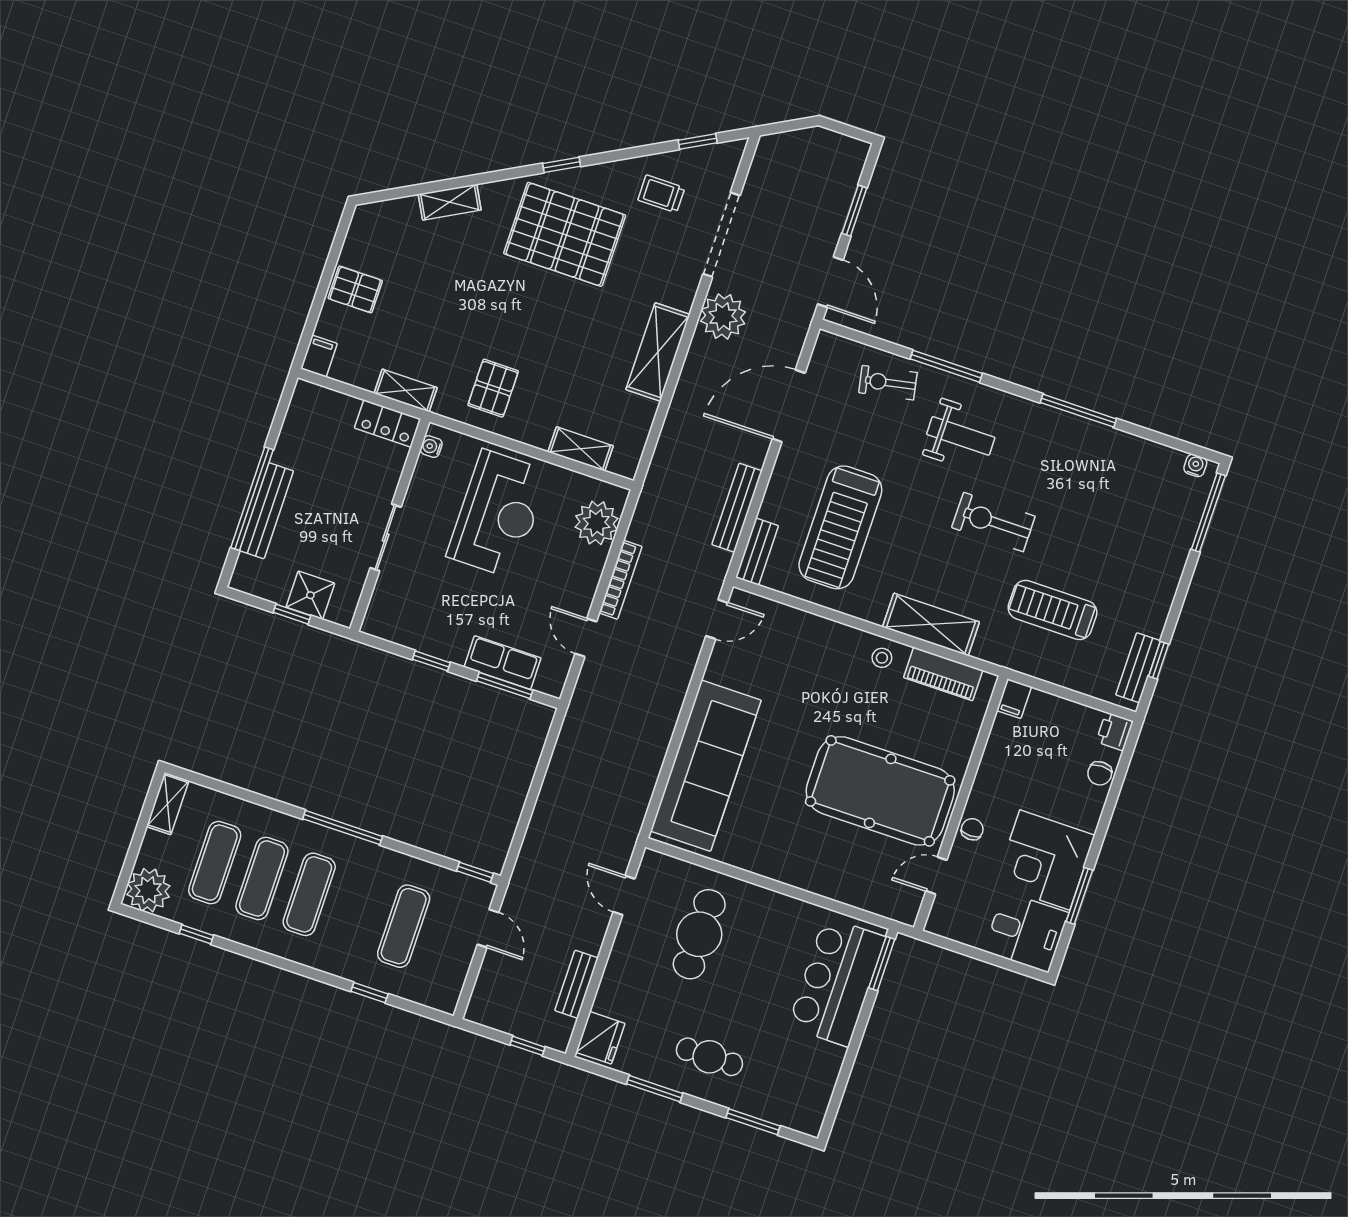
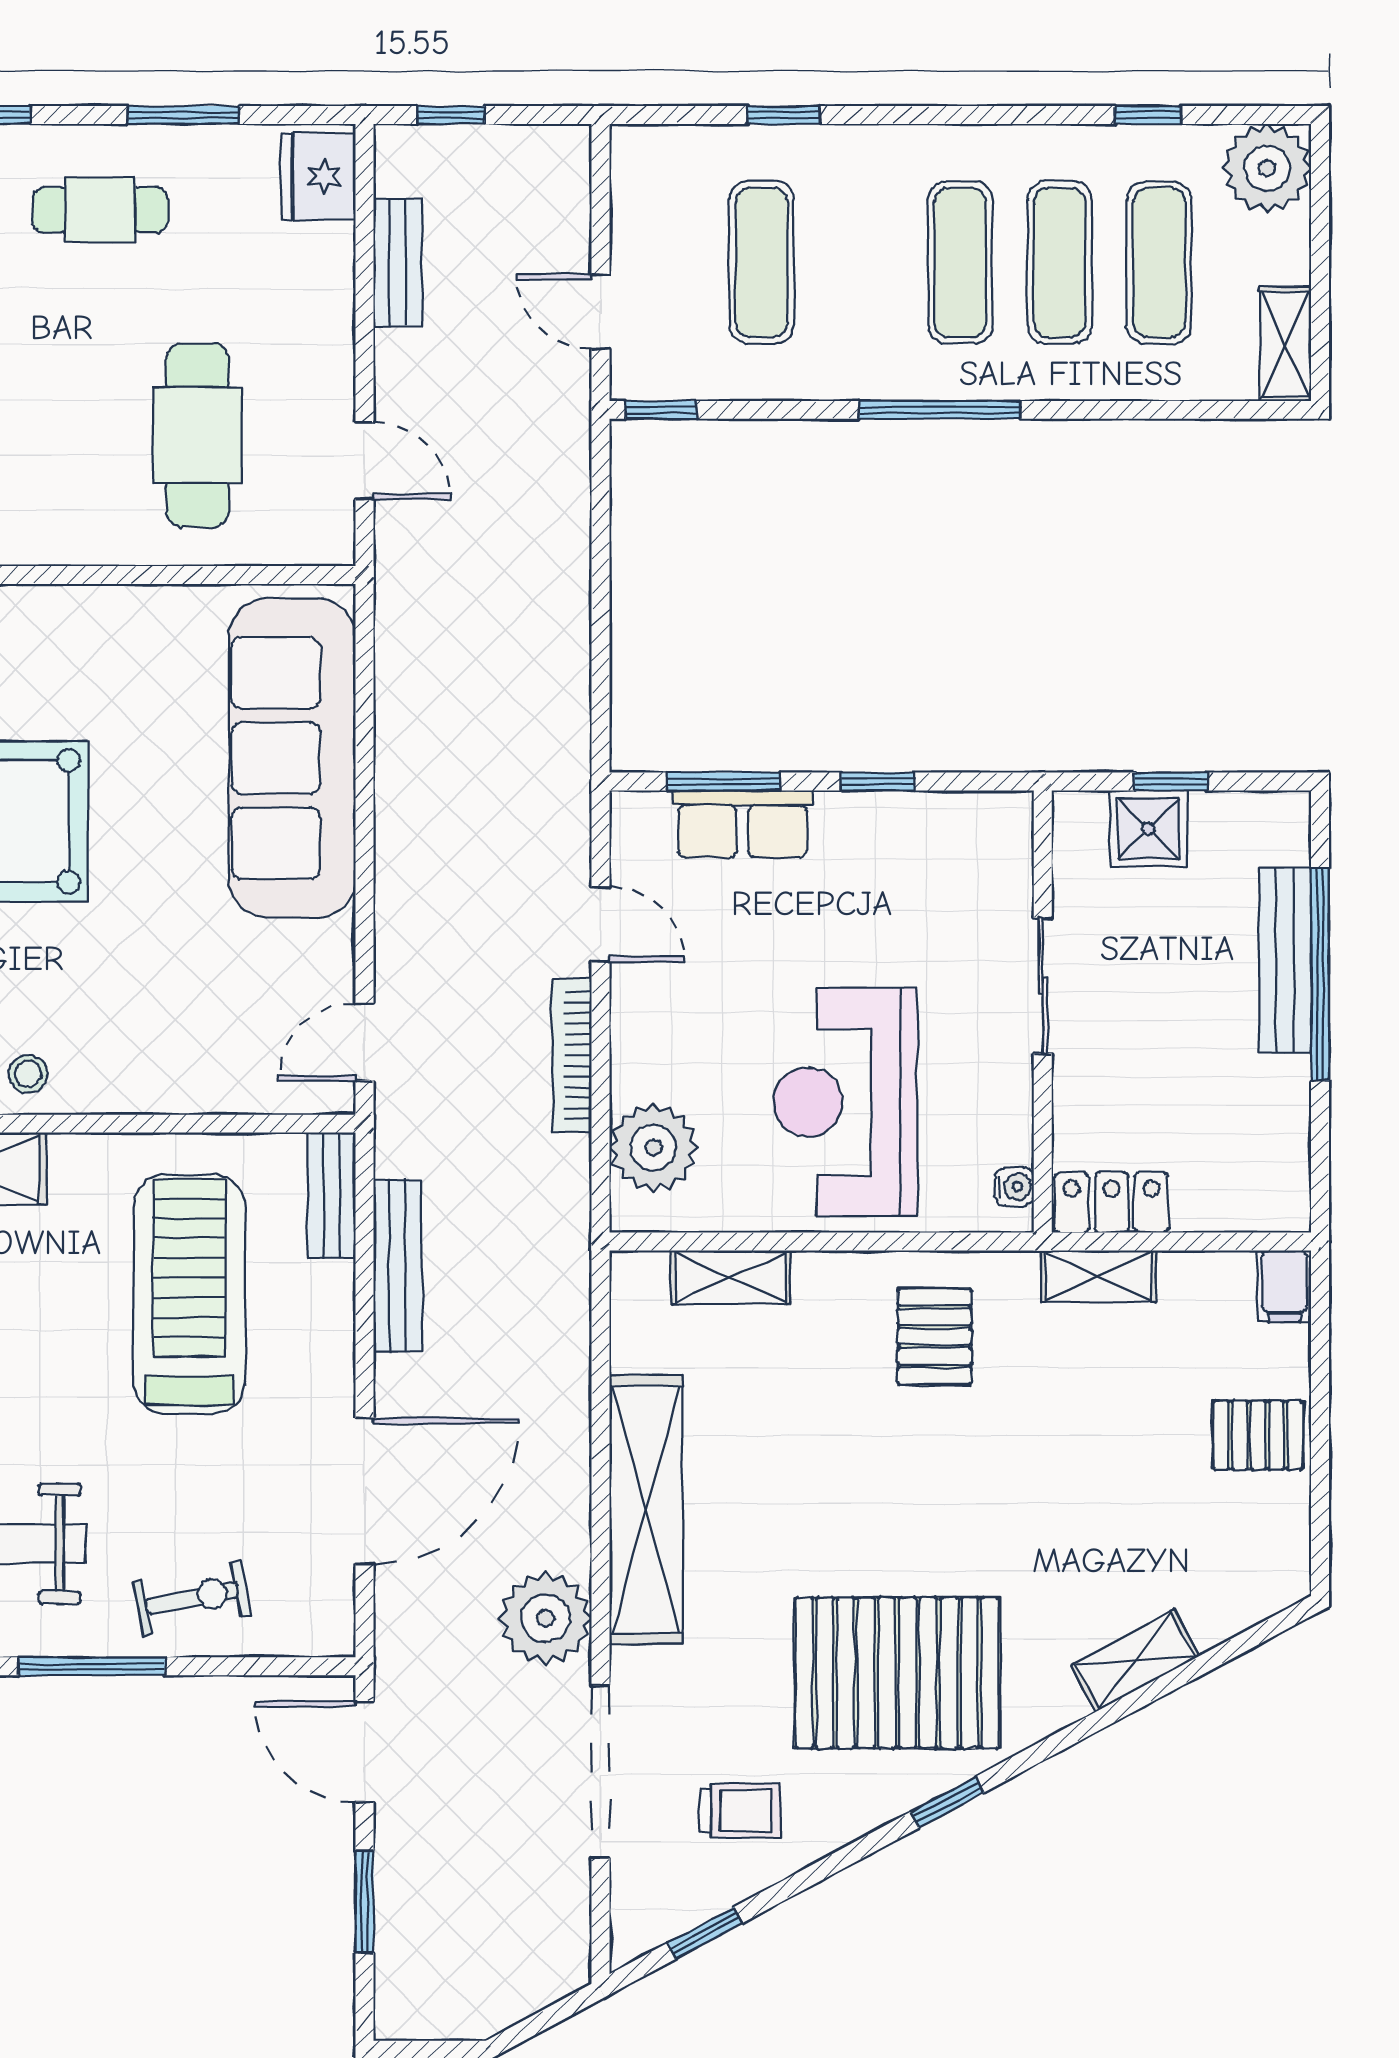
shelving: (658, 352) -> (646, 1510), width x1.47

